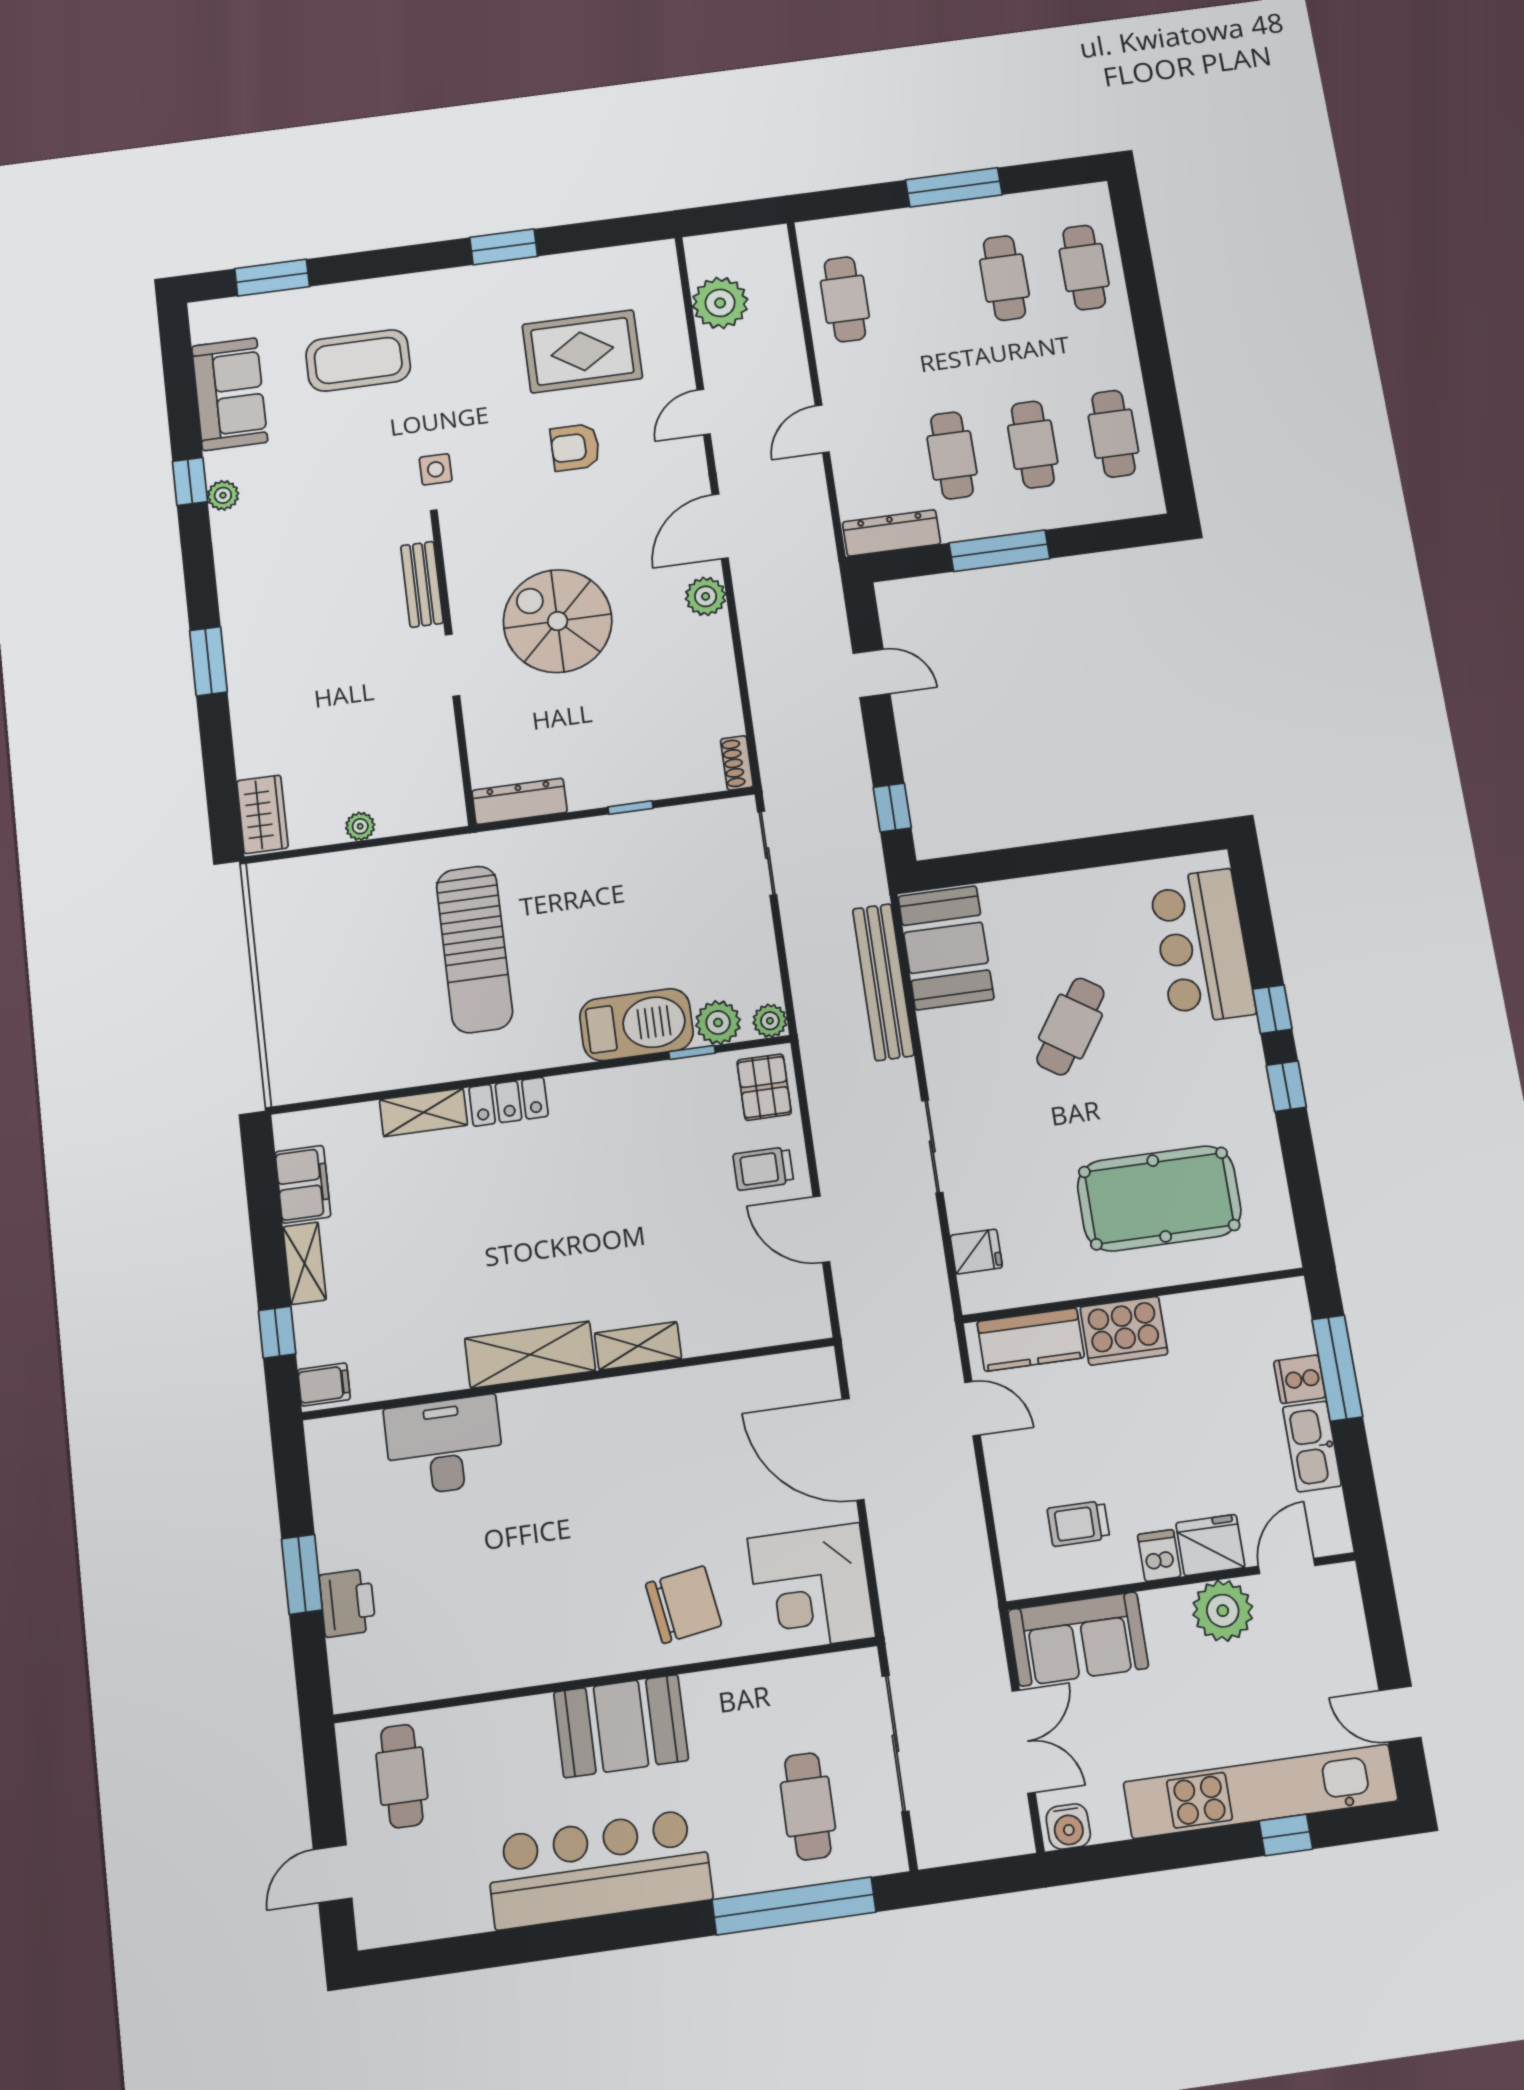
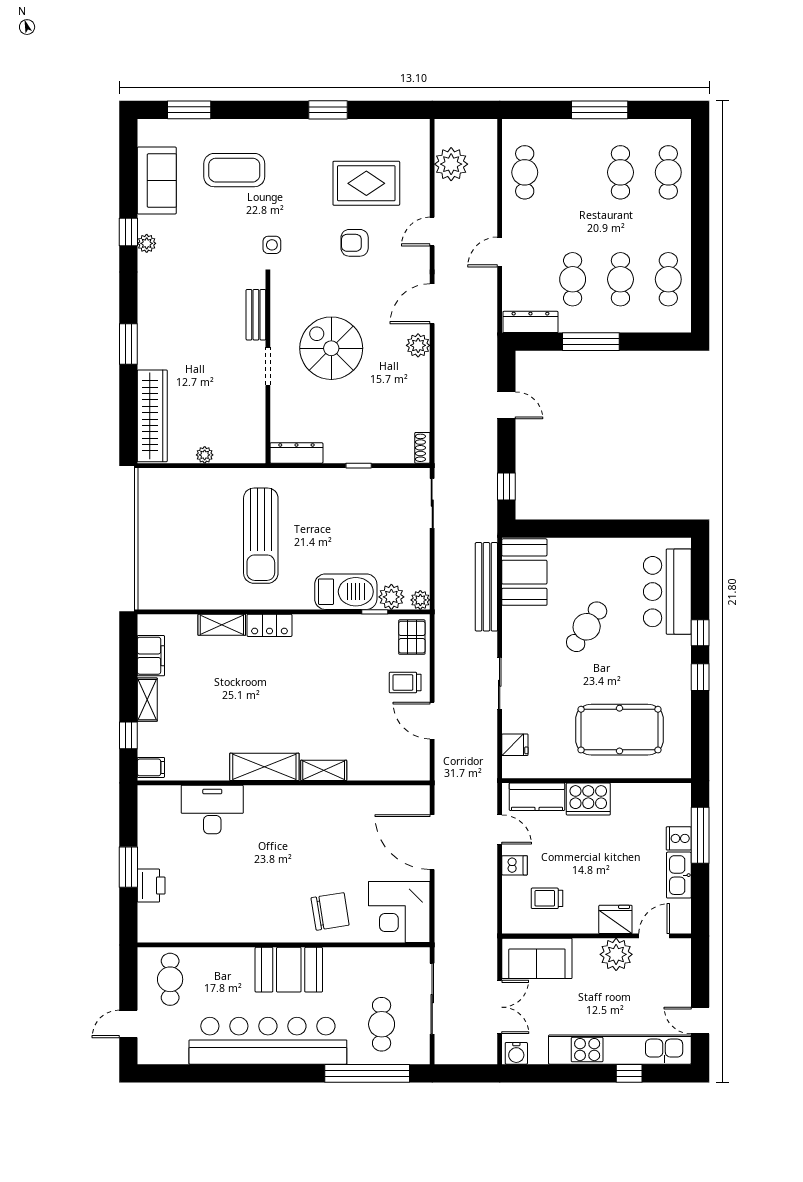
wardrobe: (262, 814) -> (152, 416), width x2.10, depth x1.17
dishwasher: (1159, 1556) -> (515, 865), moved, turned 90
bar counter: (599, 1869) -> (268, 1041), width x1.36

